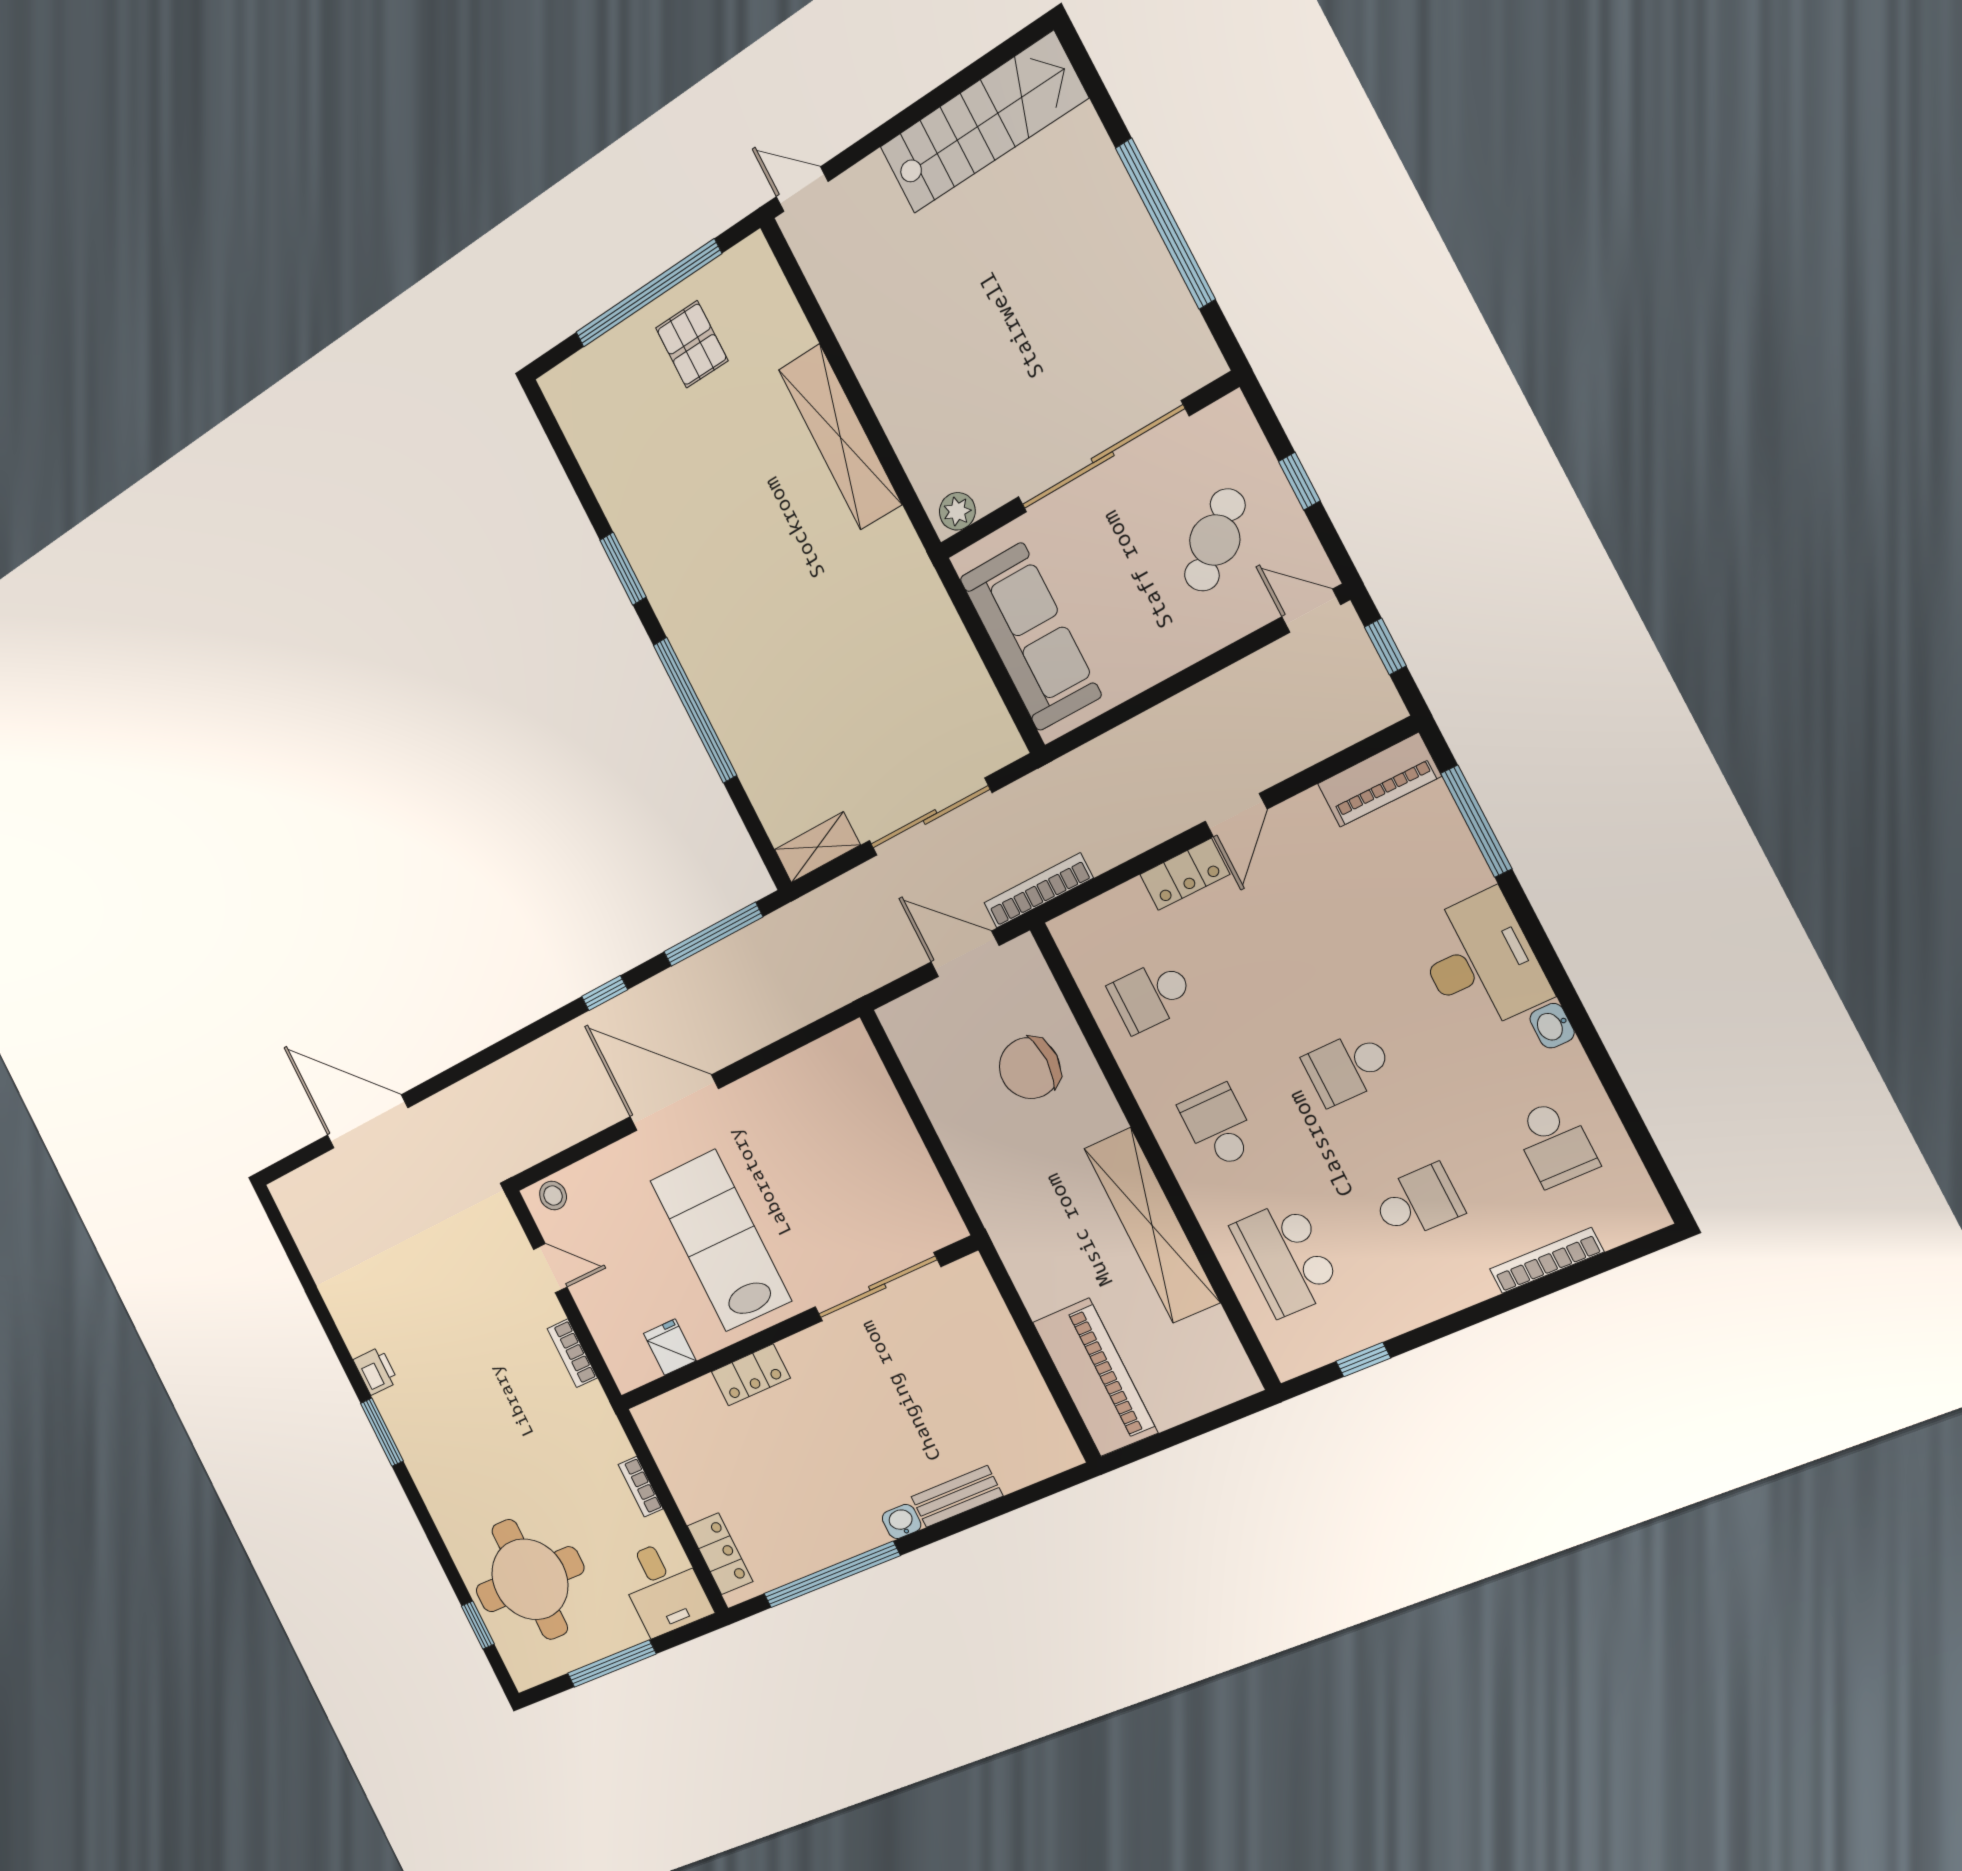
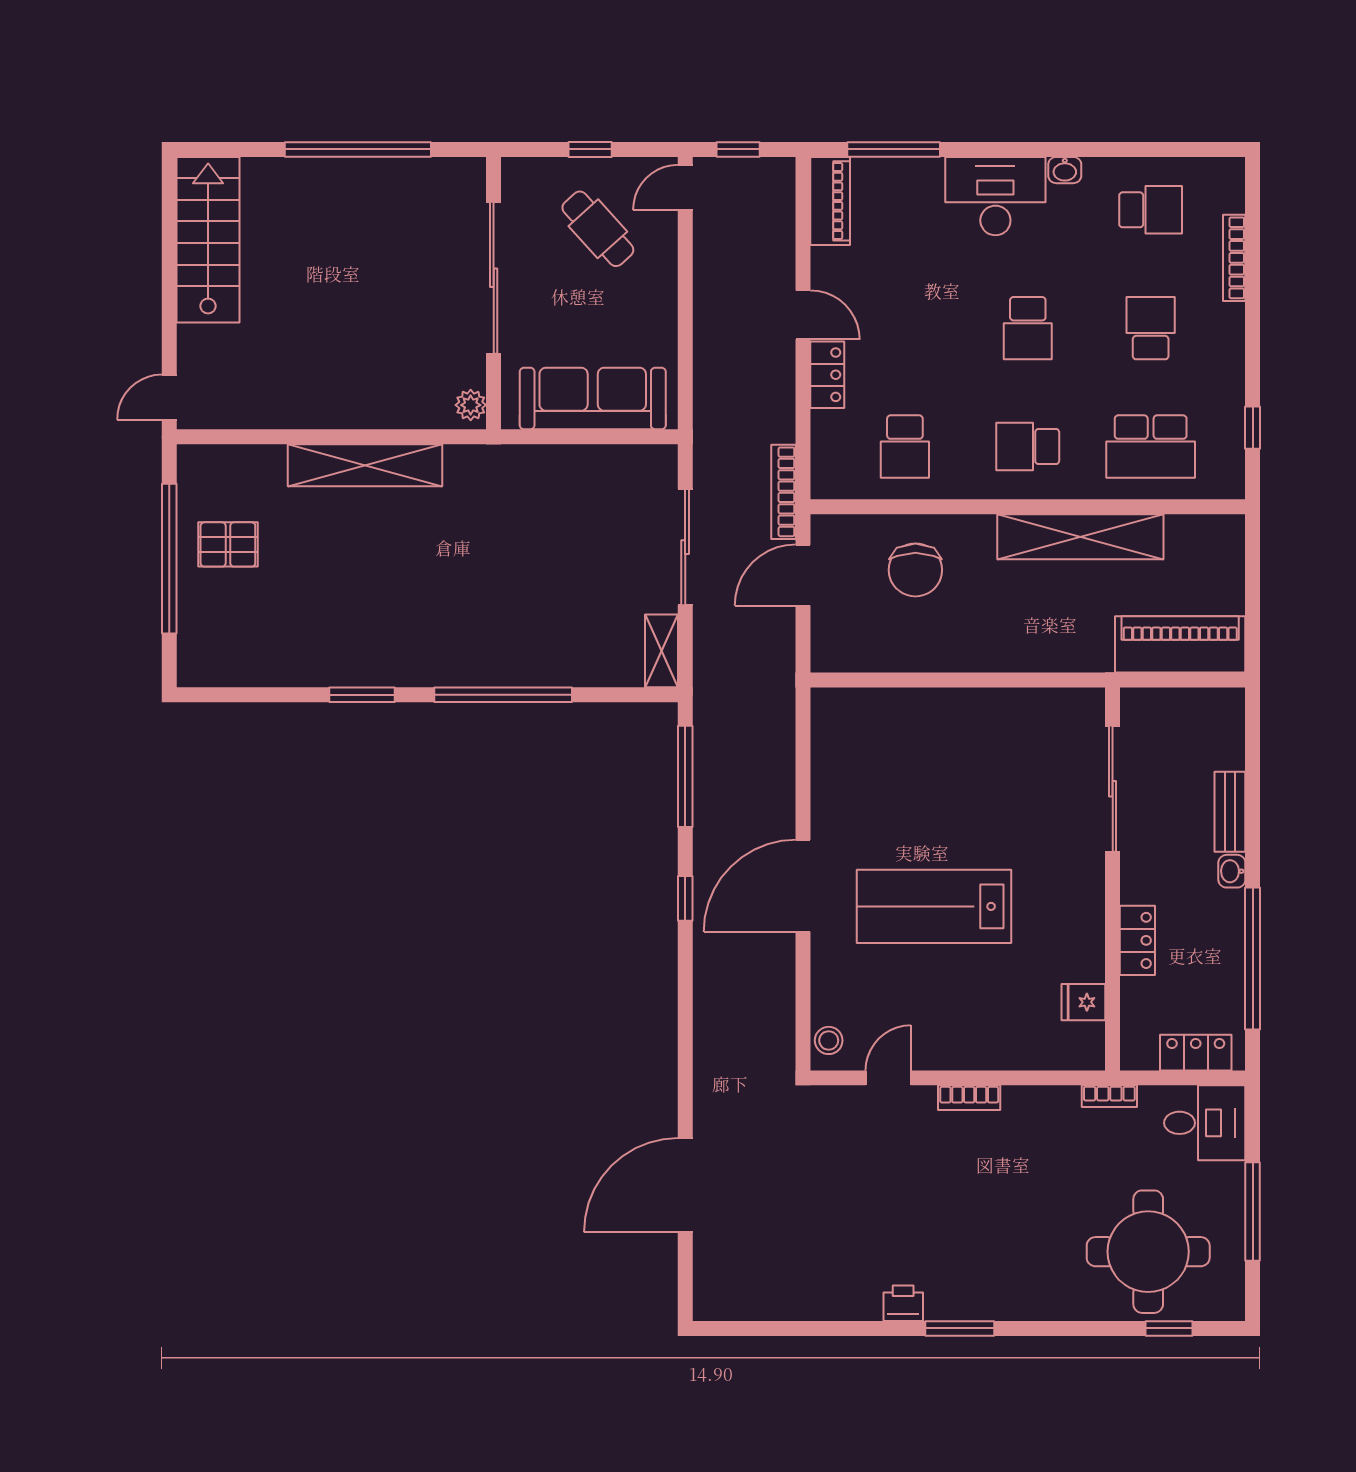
sliding door: (877, 1287) -> (1113, 789), moved
wall: (794, 1325) -> (1113, 879), moved
fridge: (670, 1347) -> (1083, 1002), moved
locker: (751, 1375) -> (1137, 940), moved

